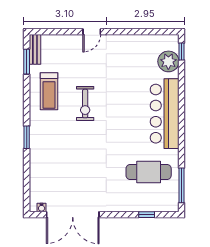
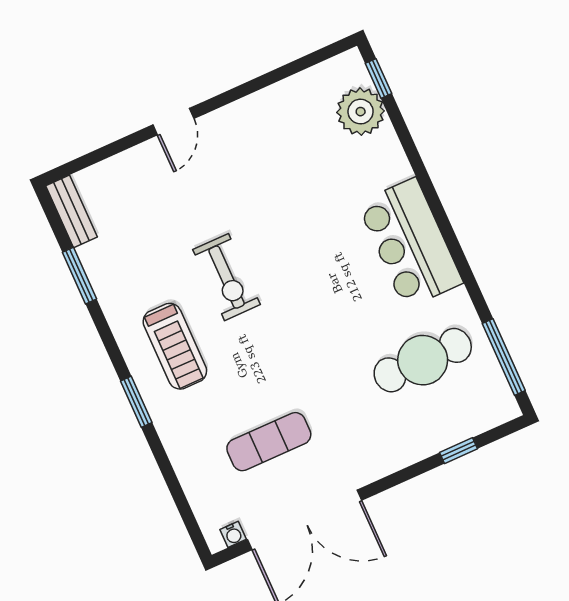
window: (27, 62) -> (80, 276), moved
treadmill: (49, 91) -> (175, 346), moved
bar counter: (165, 114) -> (410, 243), width x0.73
exercise mat: (72, 177) -> (269, 442), added

